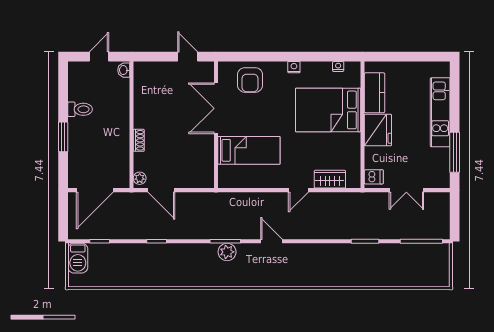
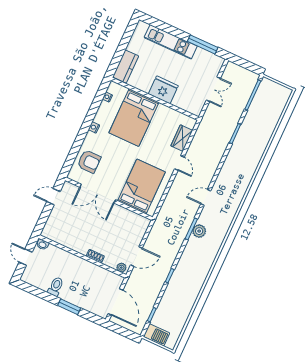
kitchen counter: (375, 93) -> (126, 66), moved, turned 90
bed: (249, 150) -> (141, 186), width x1.50
dishwasher: (374, 177) -> (194, 107), removed

